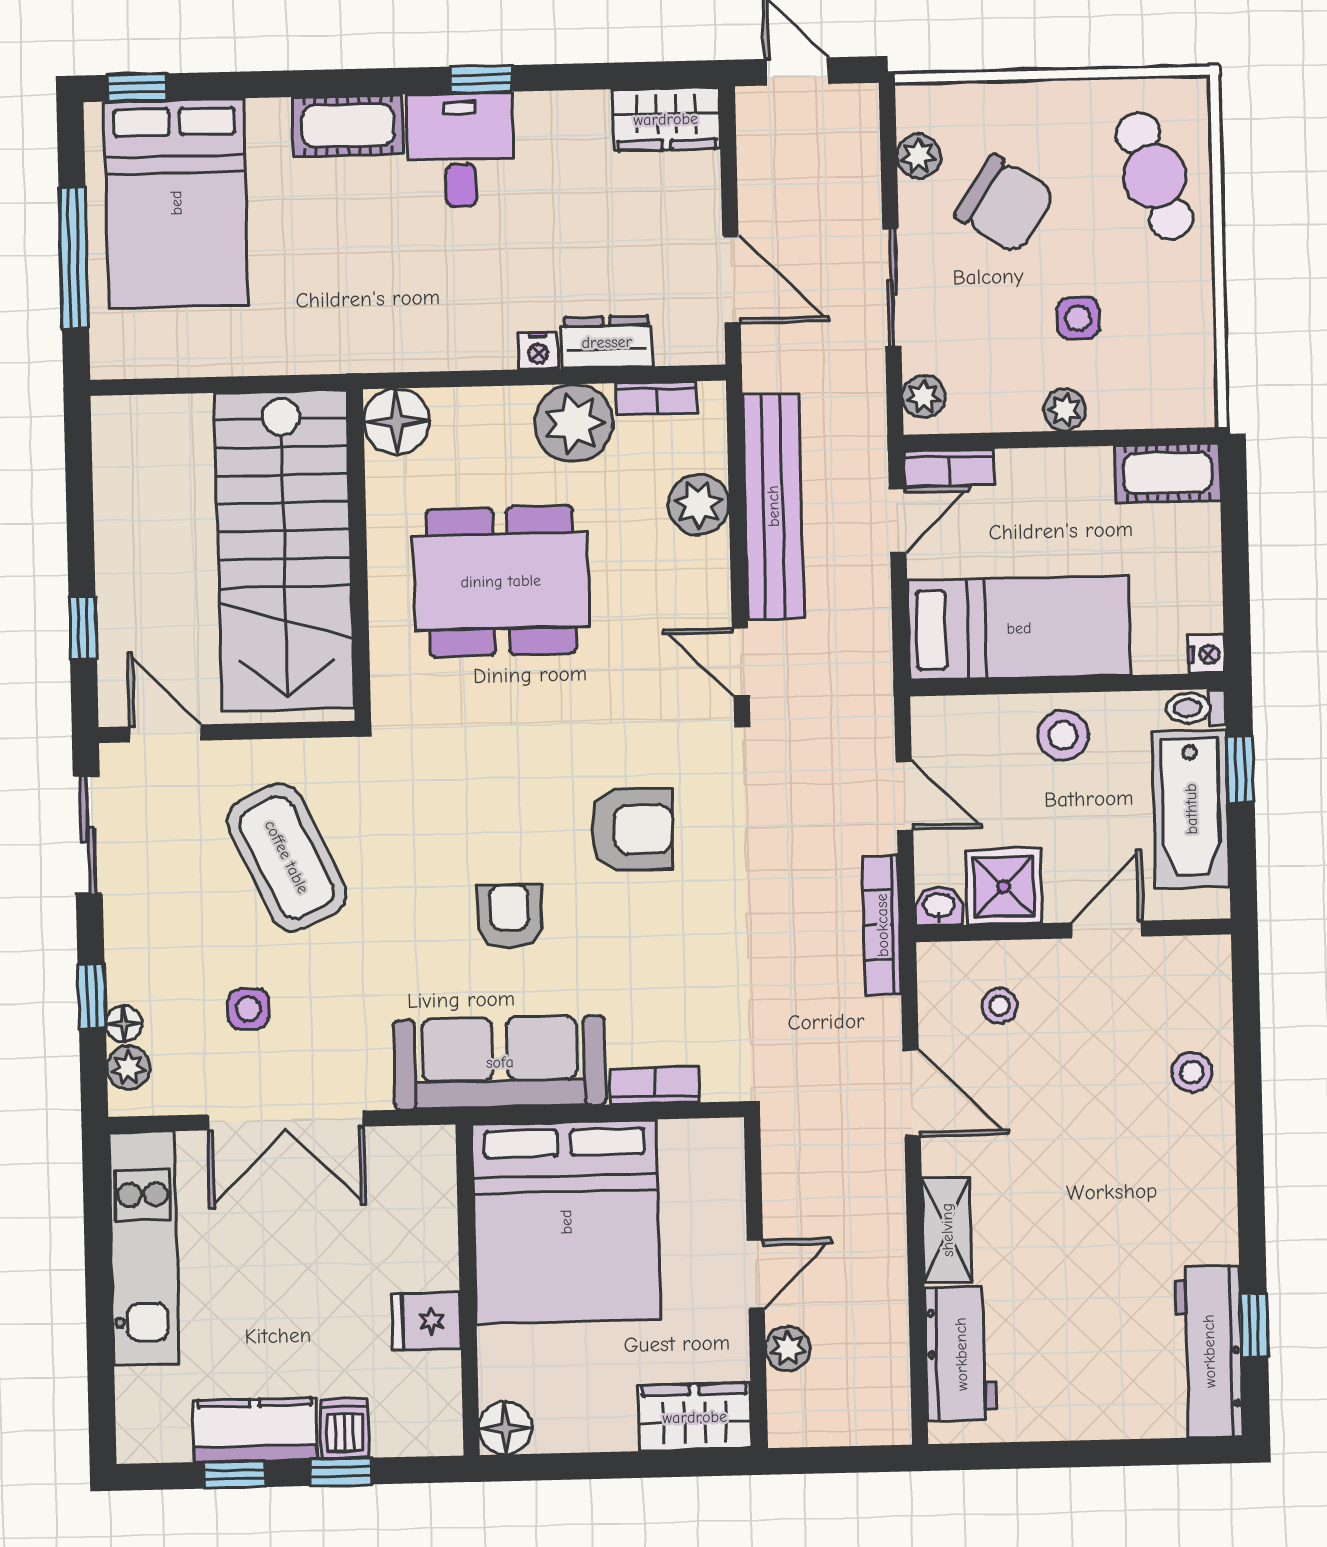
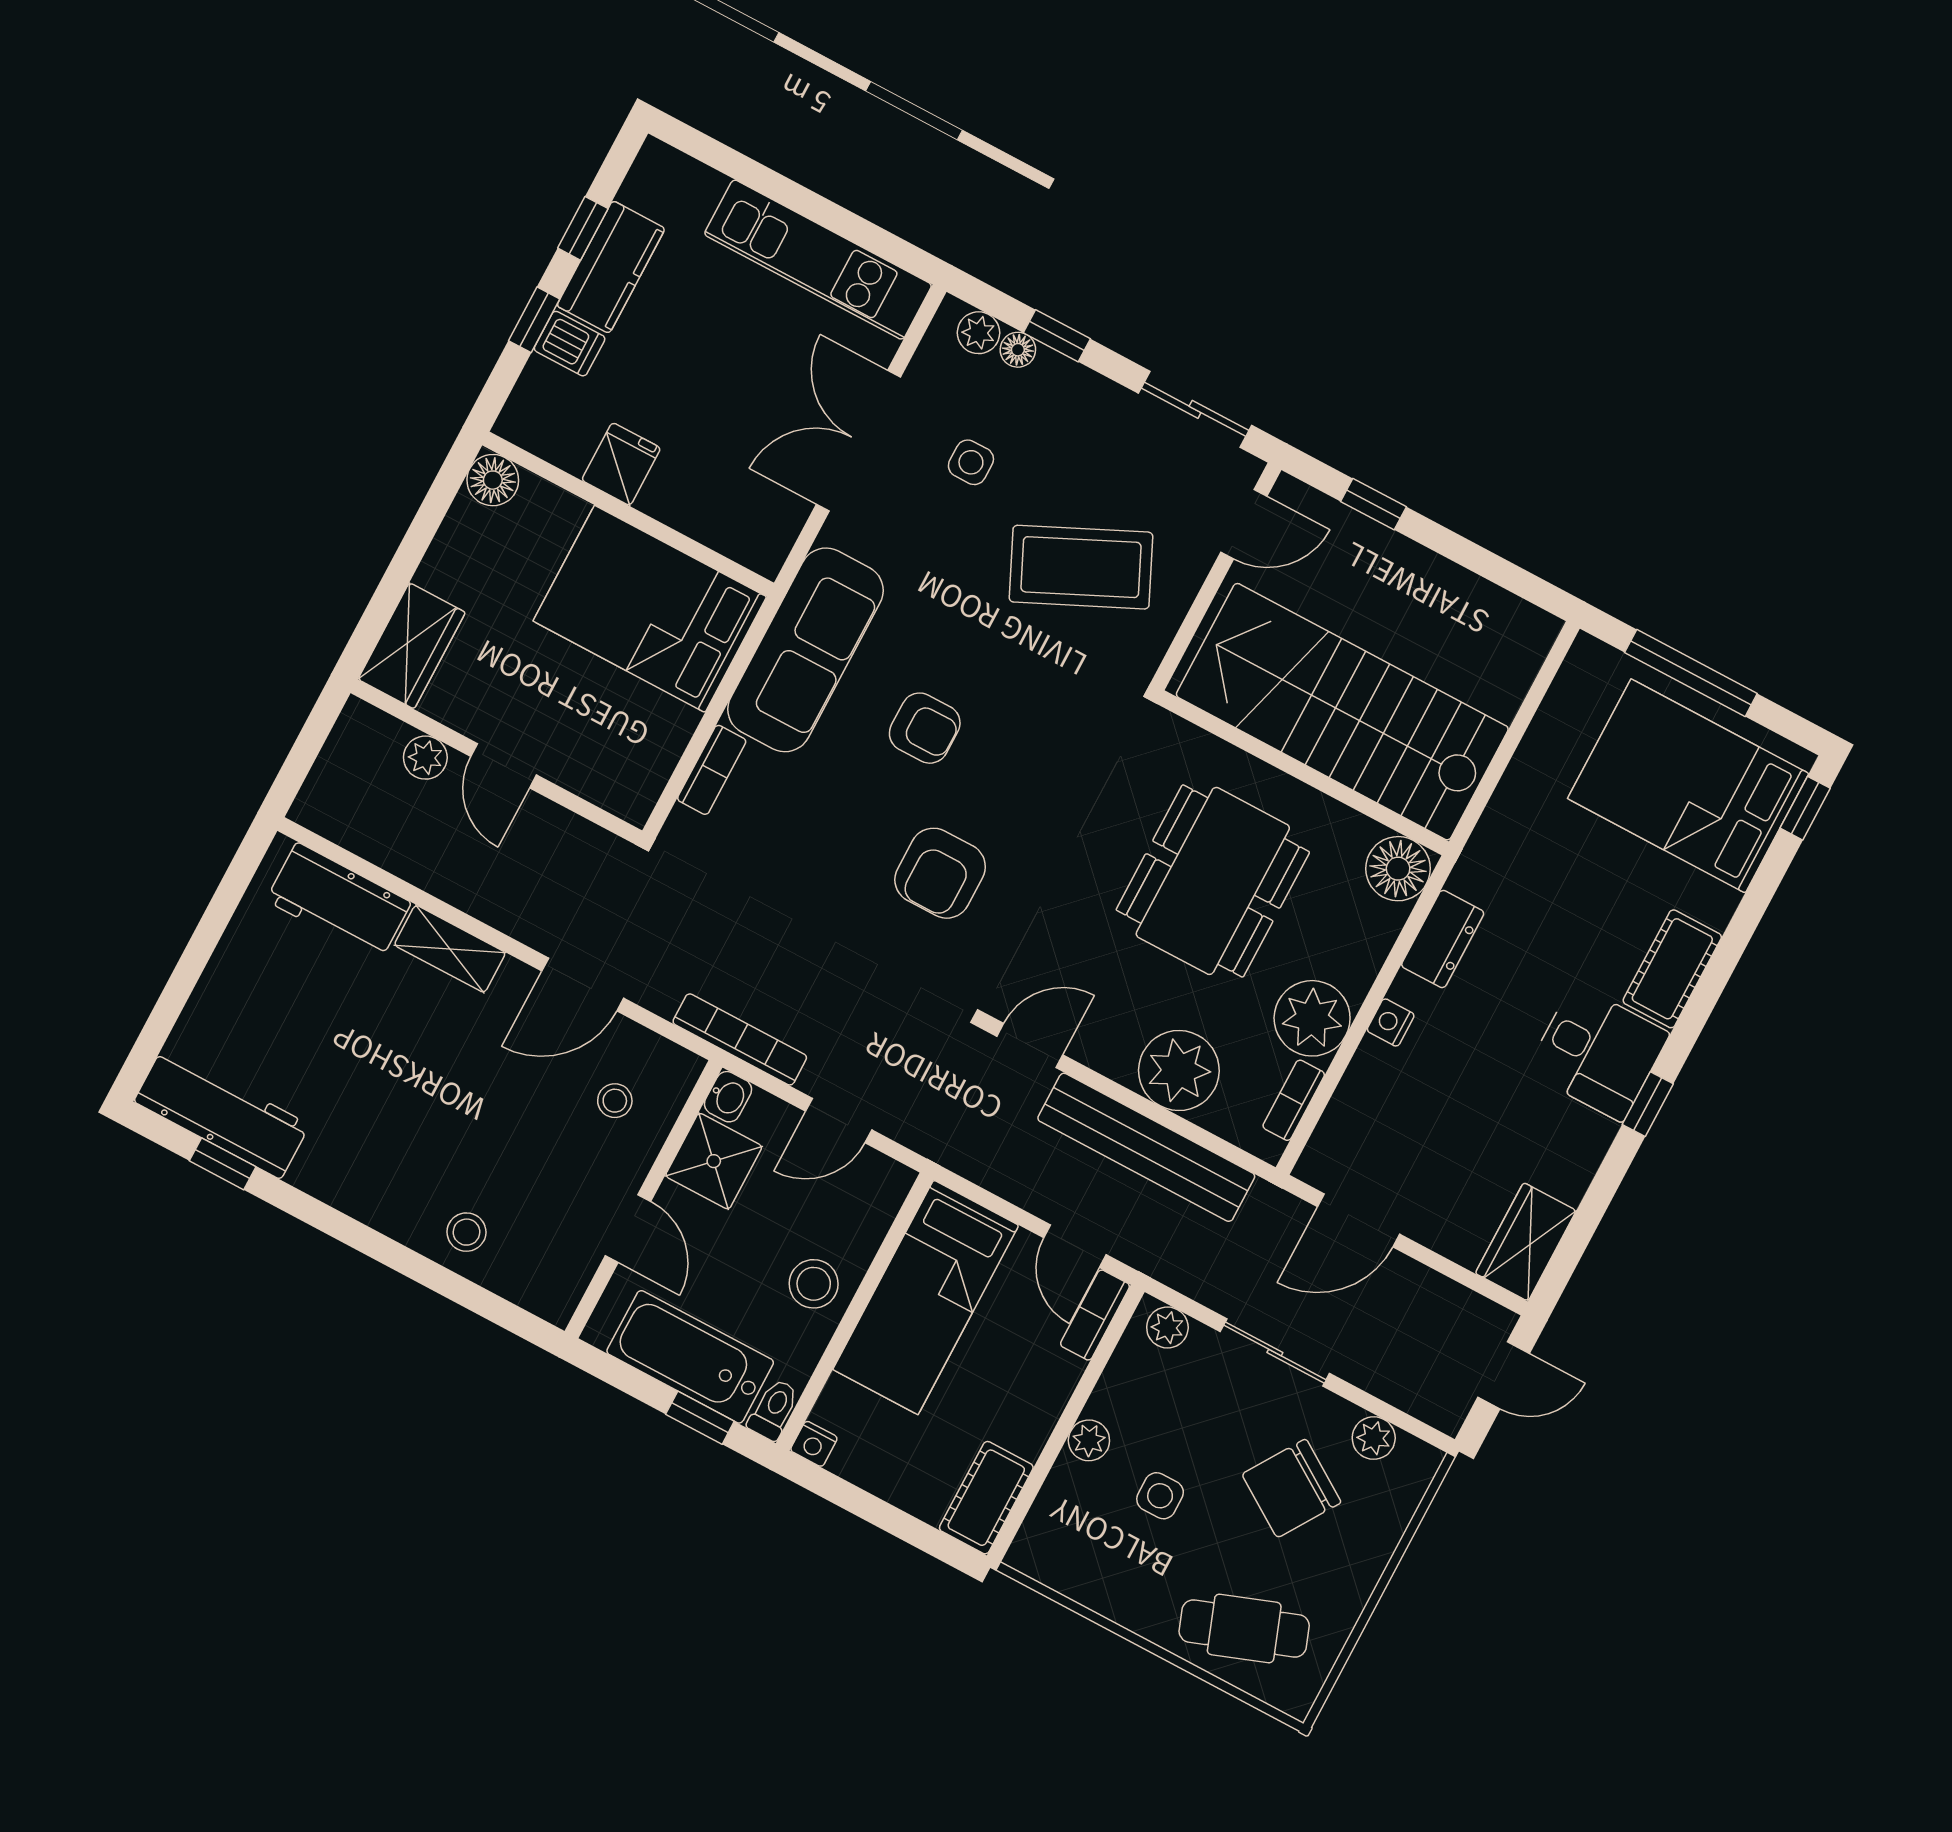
dresser: (607, 342) -> (1443, 939), moved
plant: (699, 505) -> (1179, 1070), width x1.36, depth x1.36
bed: (566, 1222) -> (650, 609), width x0.73

